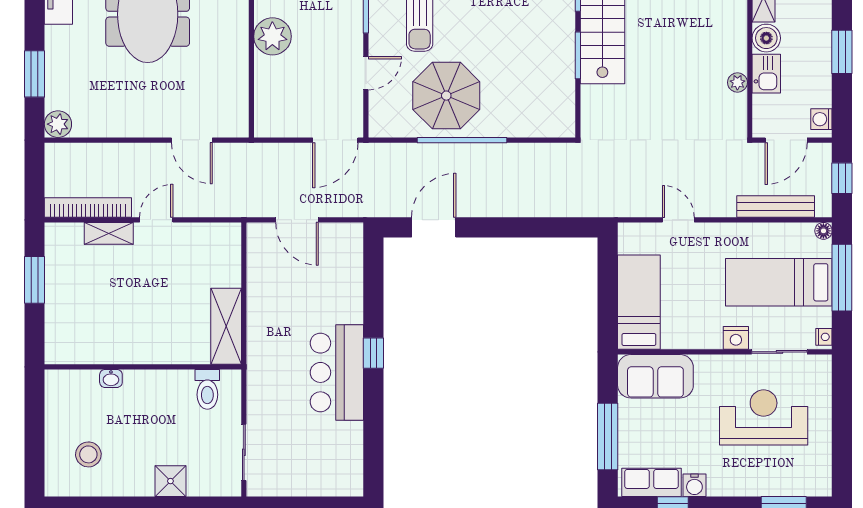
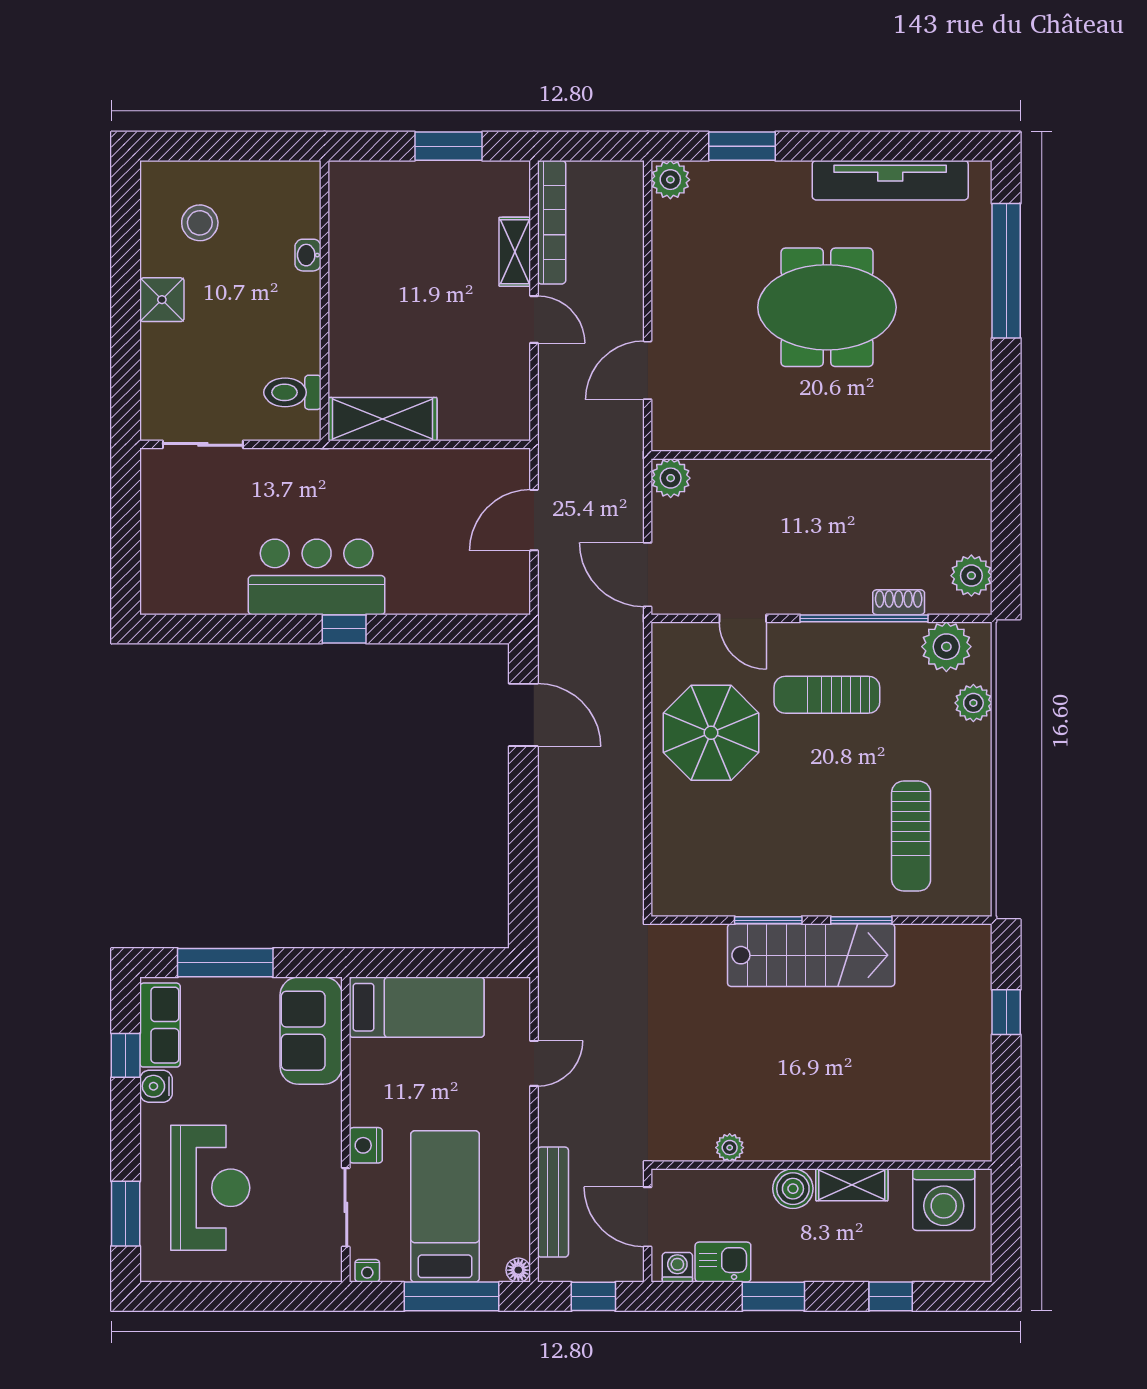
plant: (272, 36) -> (671, 478), moved, width x0.73, depth x0.73
kitchen sink: (766, 74) -> (723, 1262), moved, turned 180
window: (462, 140) -> (648, 755), removed
reception desk: (764, 417) -> (210, 1188), moved
shower: (170, 481) -> (162, 300), moved

